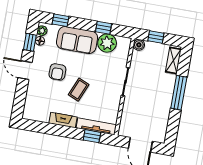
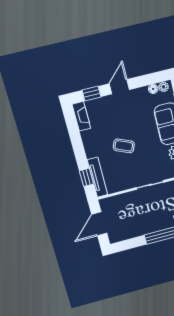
window: (30, 42) -> (91, 94), moved
armchair: (57, 72) -> (131, 119), removed
fireplace: (63, 120) -> (81, 116), moved

